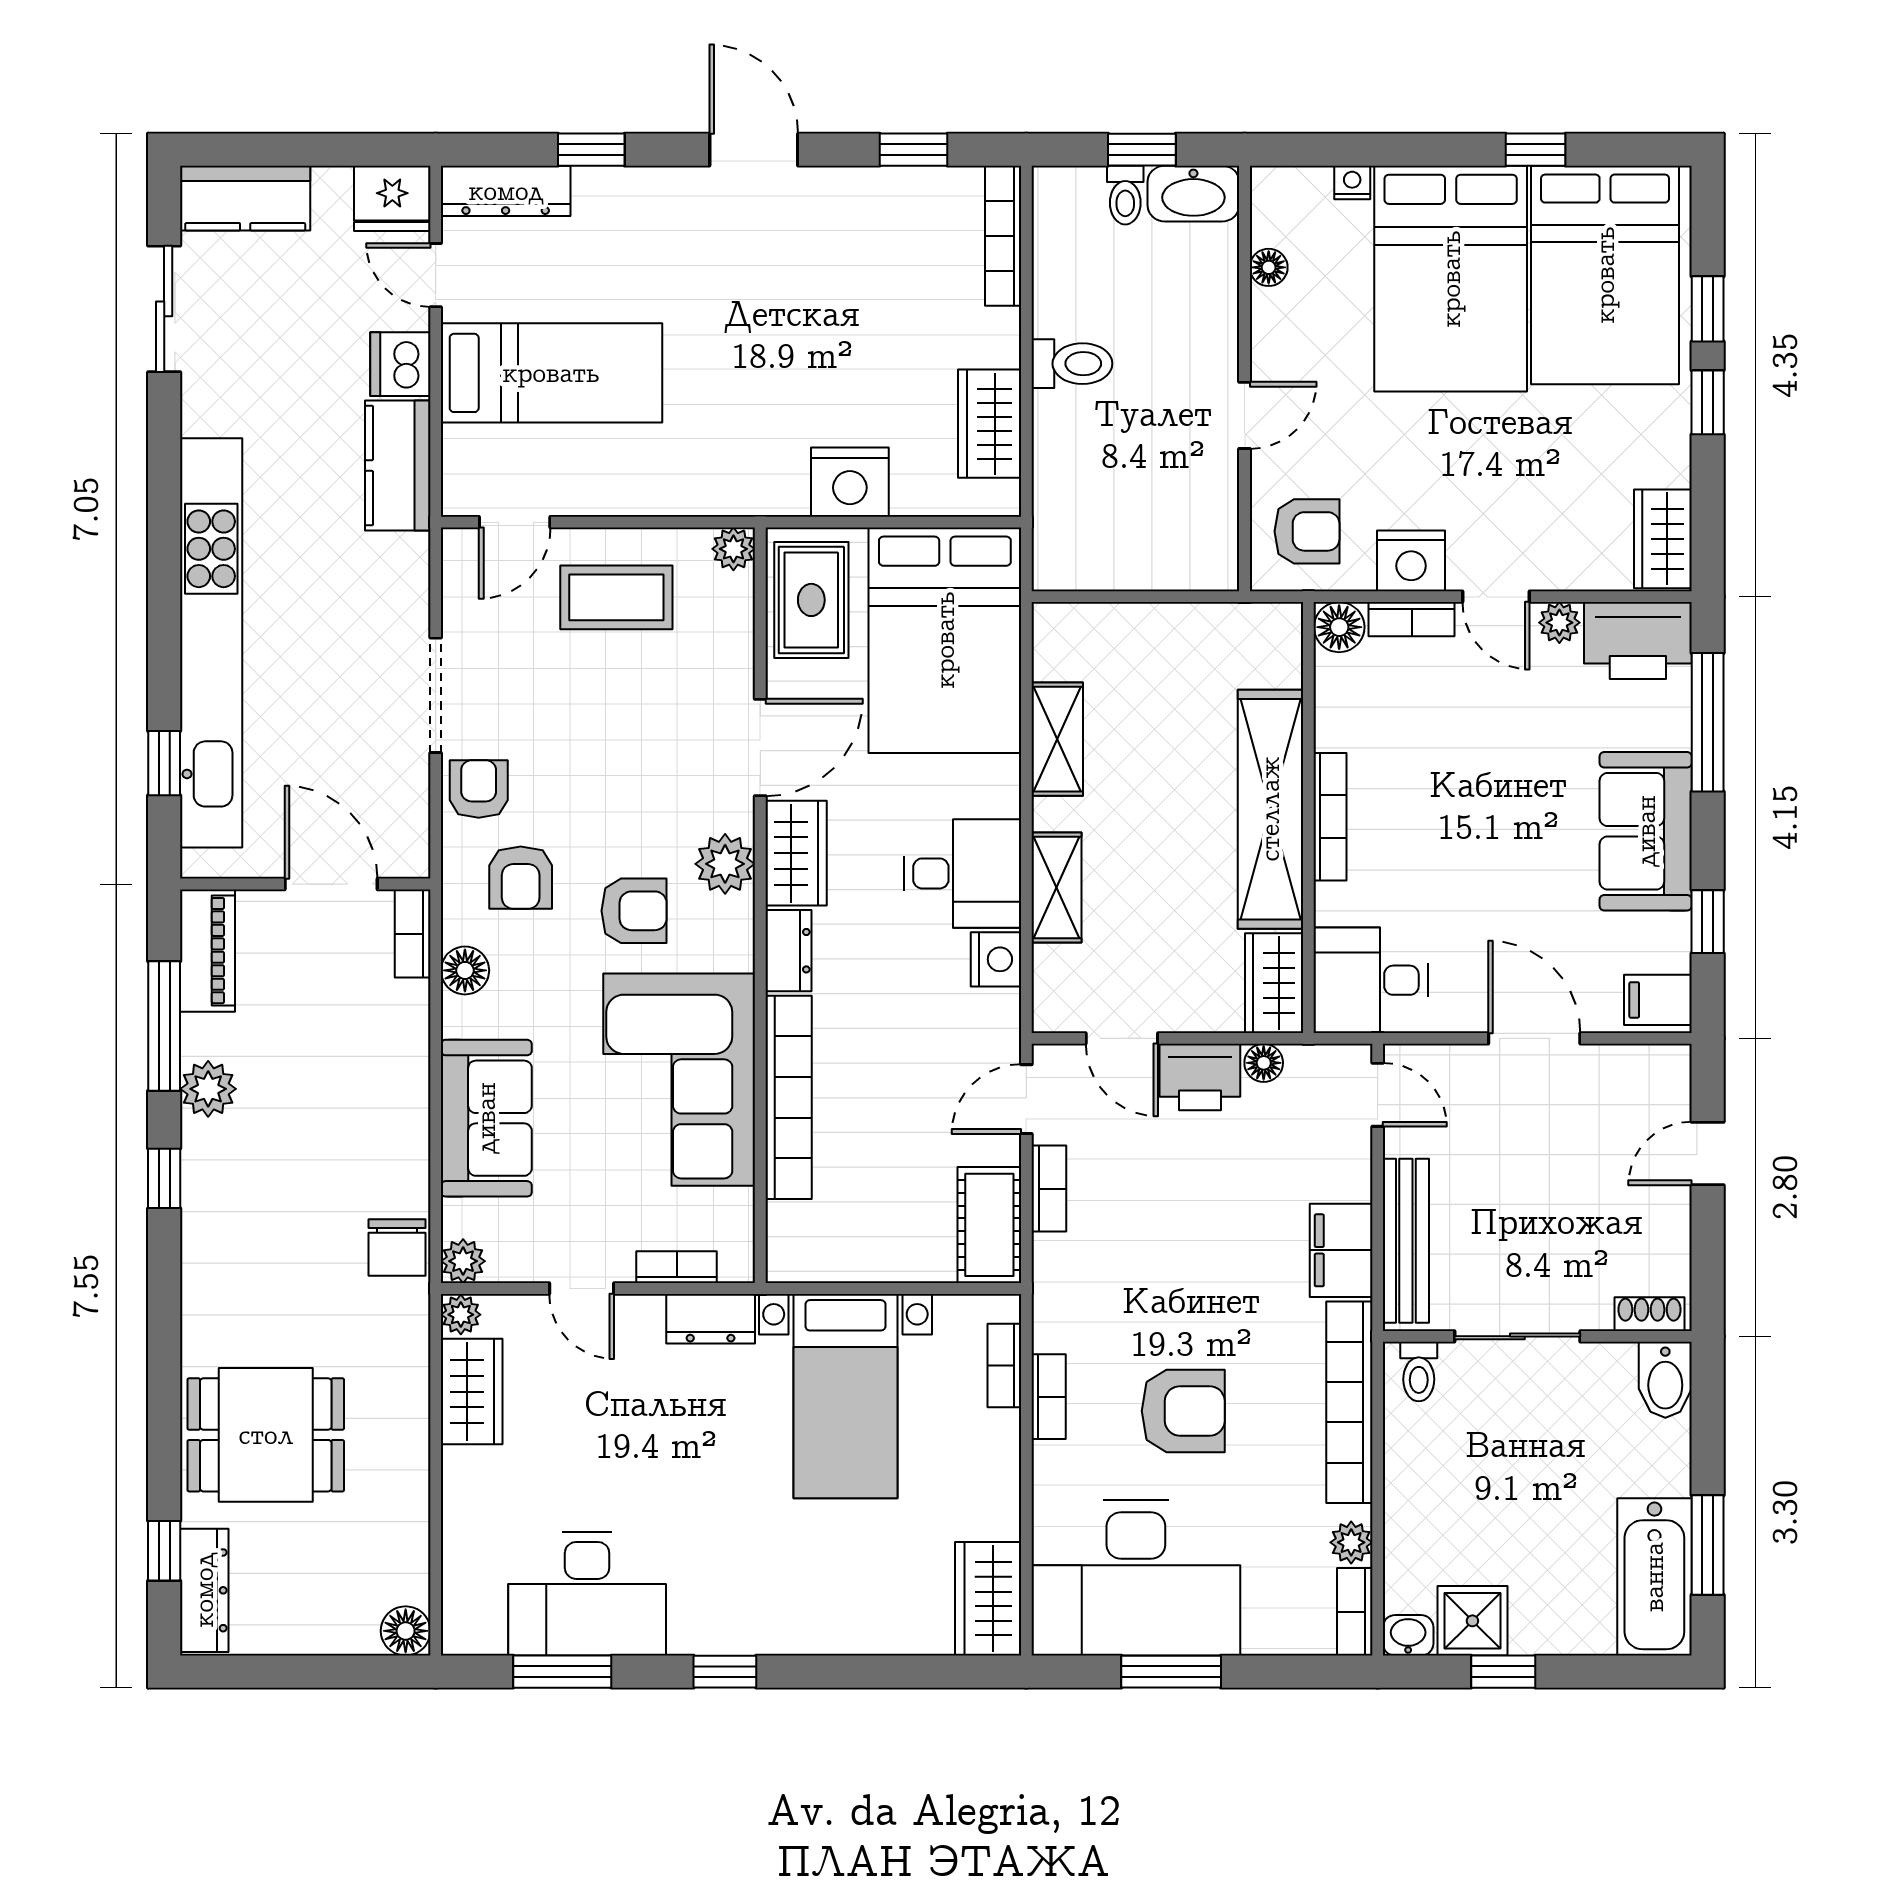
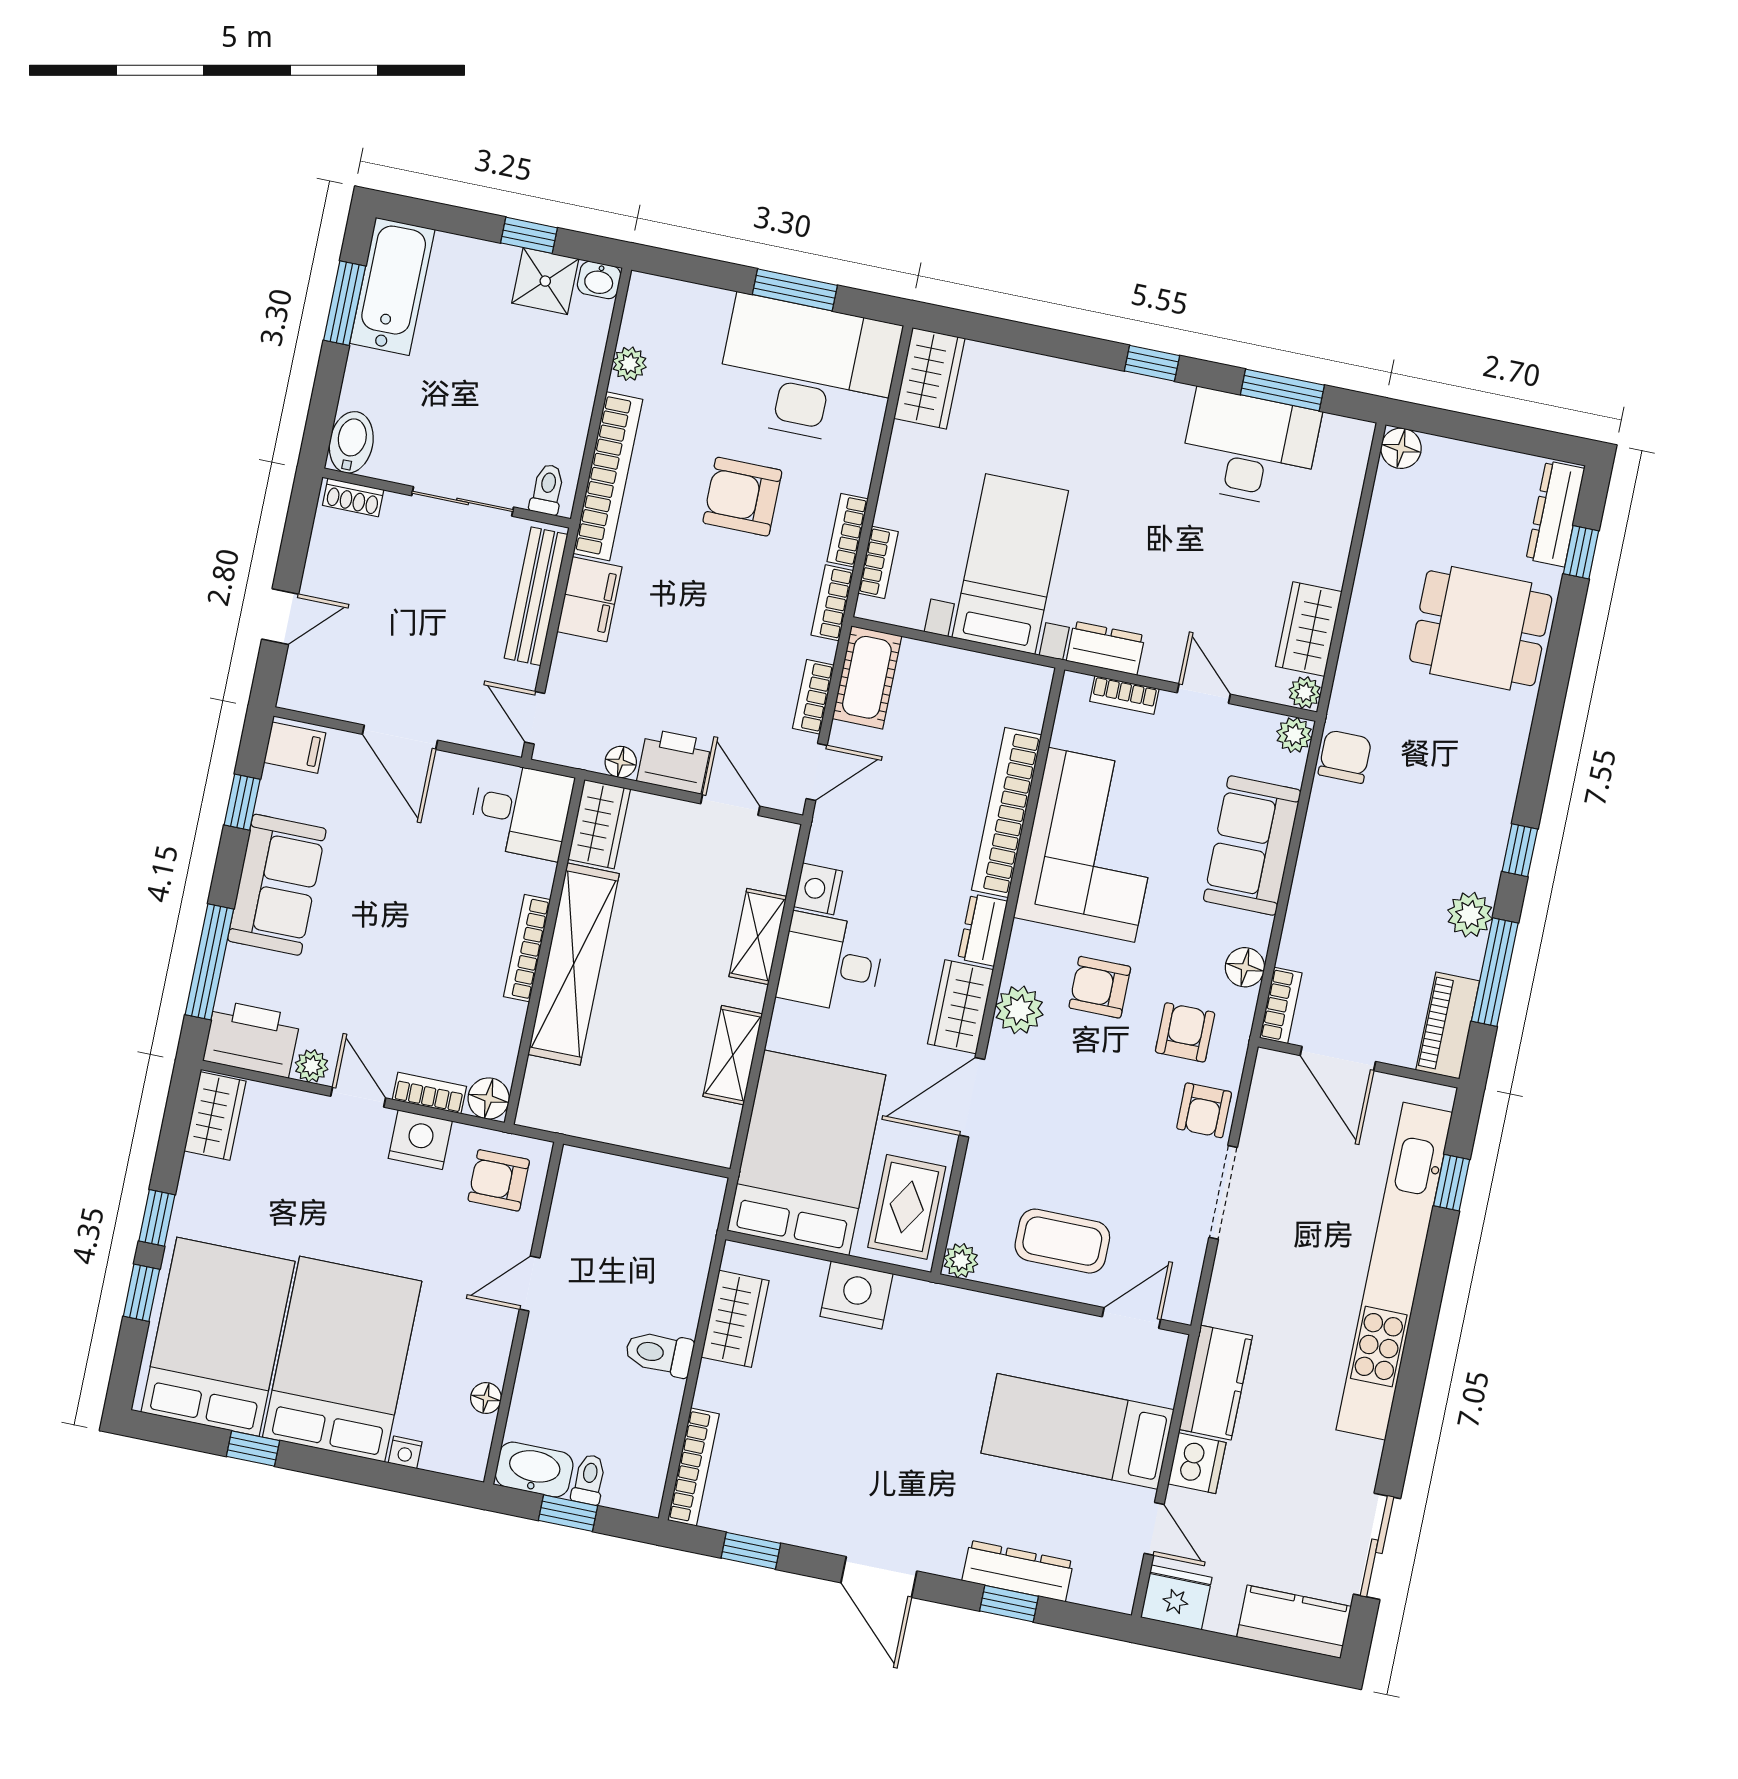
dresser: (506, 191) -> (1018, 1571), moved
bookcase: (1355, 1612) -> (832, 603), moved, turned 180

